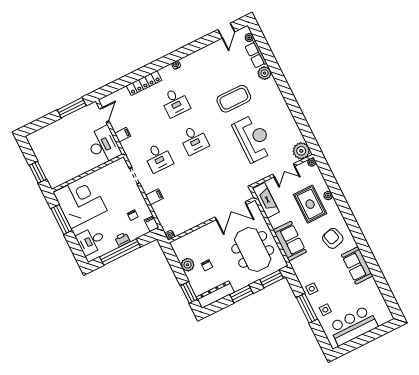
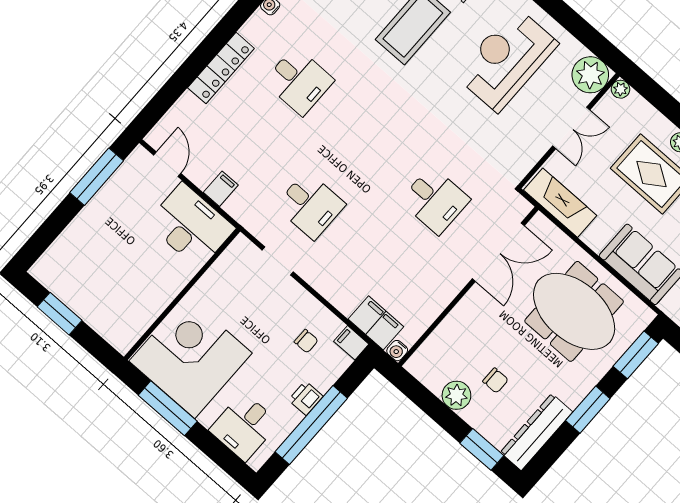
reception desk: (253, 138) -> (507, 59), moved, turned -90
desk: (194, 140) -> (435, 200), moved
window: (38, 172) -> (60, 314), moved
filing cabinet: (154, 197) -> (376, 323), moved, width x2.00

